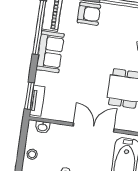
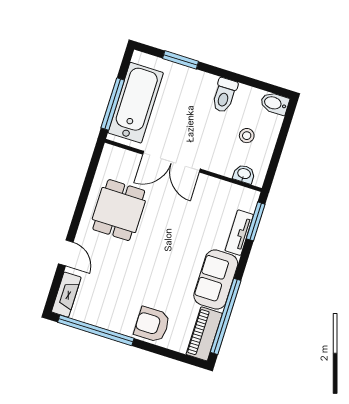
tv unit: (37, 101) -> (239, 233), moved
stool: (32, 154) -> (247, 136), moved

